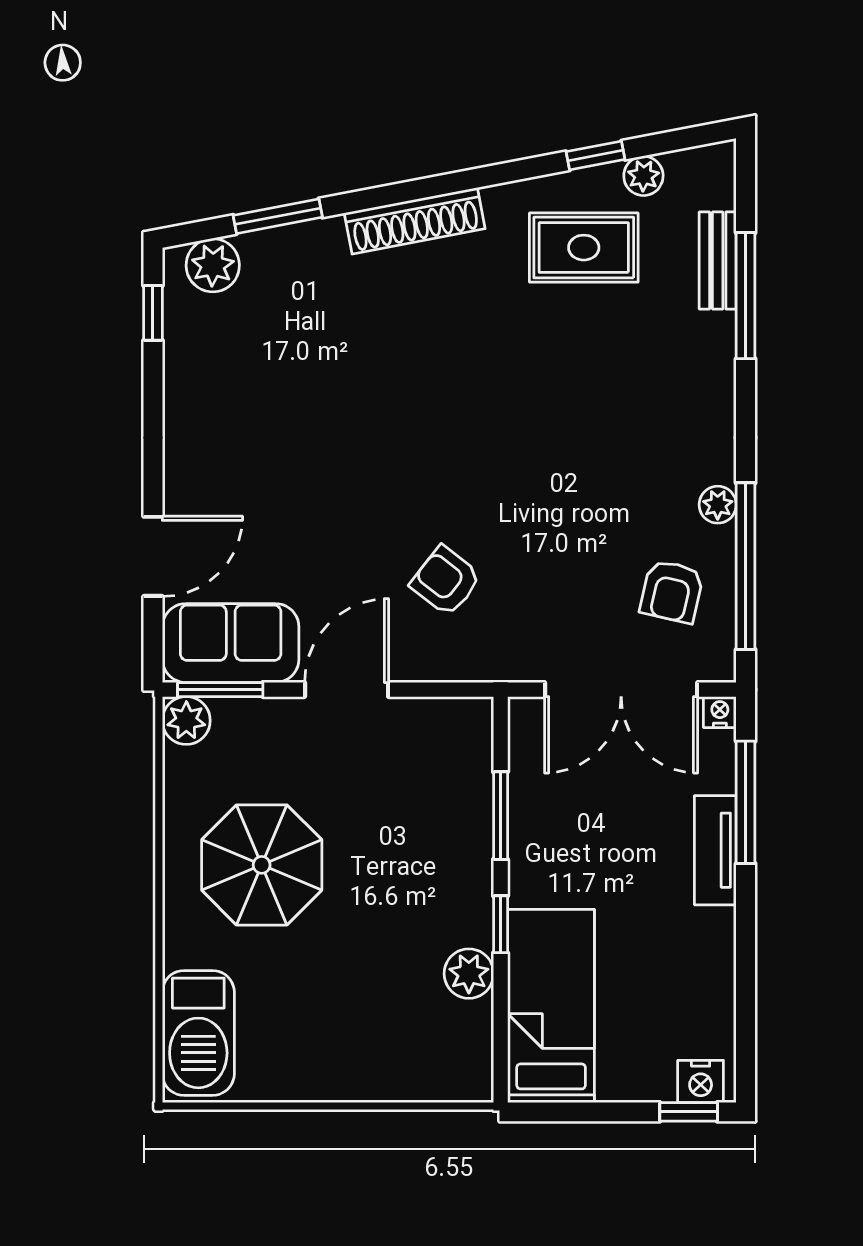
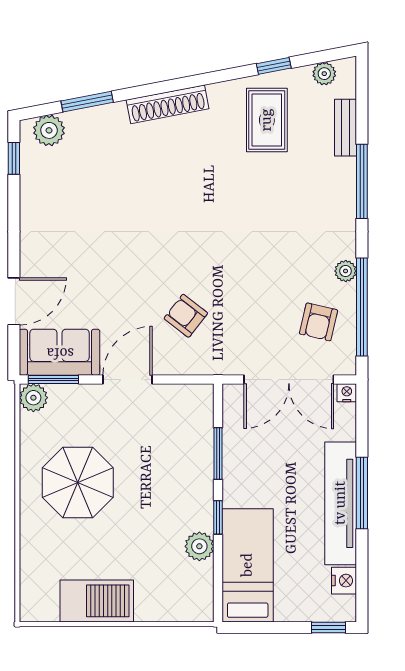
plant: (643, 176) -> (324, 74), moved
rug: (584, 248) -> (267, 120), turned 90
window: (746, 296) -> (362, 181), moved
window: (746, 802) -> (362, 493), moved
tv unit: (715, 850) -> (341, 503), width x1.92, depth x1.29
barbecue: (198, 1033) -> (97, 601), moved, turned -90
nightstand: (701, 1081) -> (344, 581), moved, turned -90

